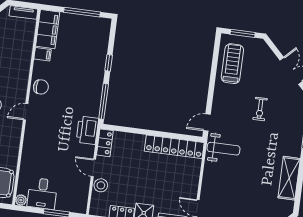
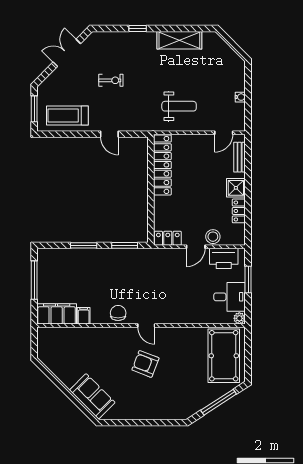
tv unit: (23, 12) -> (42, 342), removed
window: (109, 63) -> (84, 245), width x1.50
window: (104, 101) -> (125, 245), width x0.69
door: (207, 123) -> (109, 134), moved
printer: (87, 130) -> (224, 258), moved
weight bench: (224, 149) -> (179, 106), moved, turned 90

